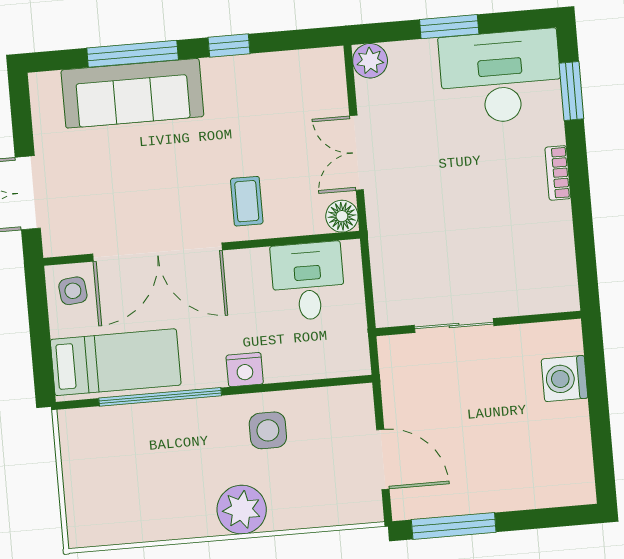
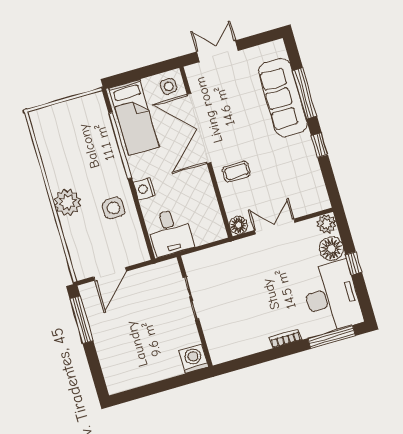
window: (449, 27) -> (354, 263), width x0.67
floor lamp: (415, 61) -> (331, 249), added
window: (571, 91) -> (332, 337), width x1.44
desk: (308, 281) -> (170, 232), moved, turned 90
washing machine: (565, 379) -> (194, 359), moved

